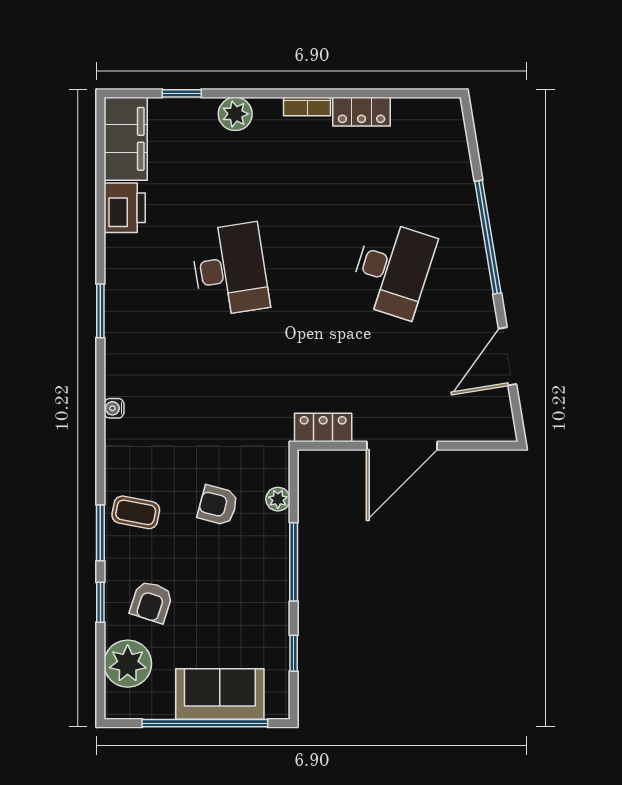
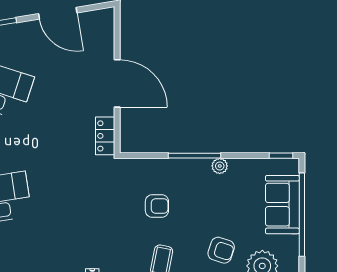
plant: (278, 499) -> (220, 166), moved
armchair: (218, 505) -> (157, 206), turned -105
window: (294, 653) -> (281, 156), moved

